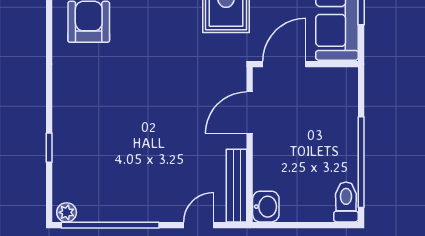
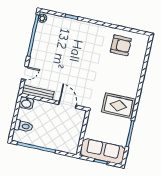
door: (284, 64) -> (85, 124), removed
toilet: (346, 202) -> (23, 126), moved
door: (199, 225) -> (25, 73), hinge flipped

